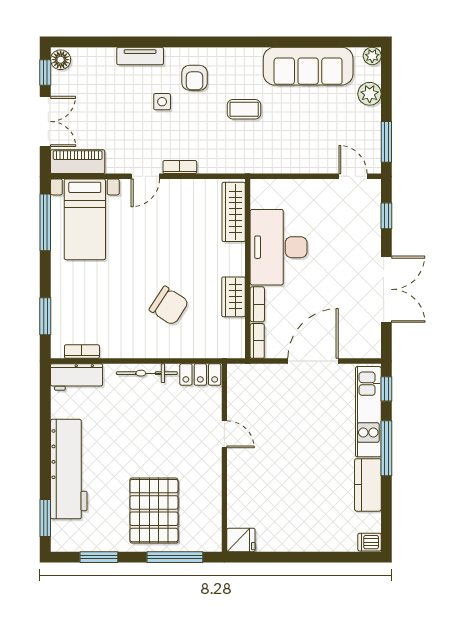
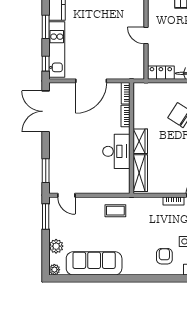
coffee table: (244, 109) -> (115, 211), moved
window: (386, 216) -> (46, 171), width x1.50
desk: (279, 247) -> (116, 151), width x0.73, depth x0.77
double door: (386, 289) -> (46, 111), moved
wardrobe: (233, 297) -> (140, 141), moved
window: (386, 448) -> (46, 27), width x0.69

